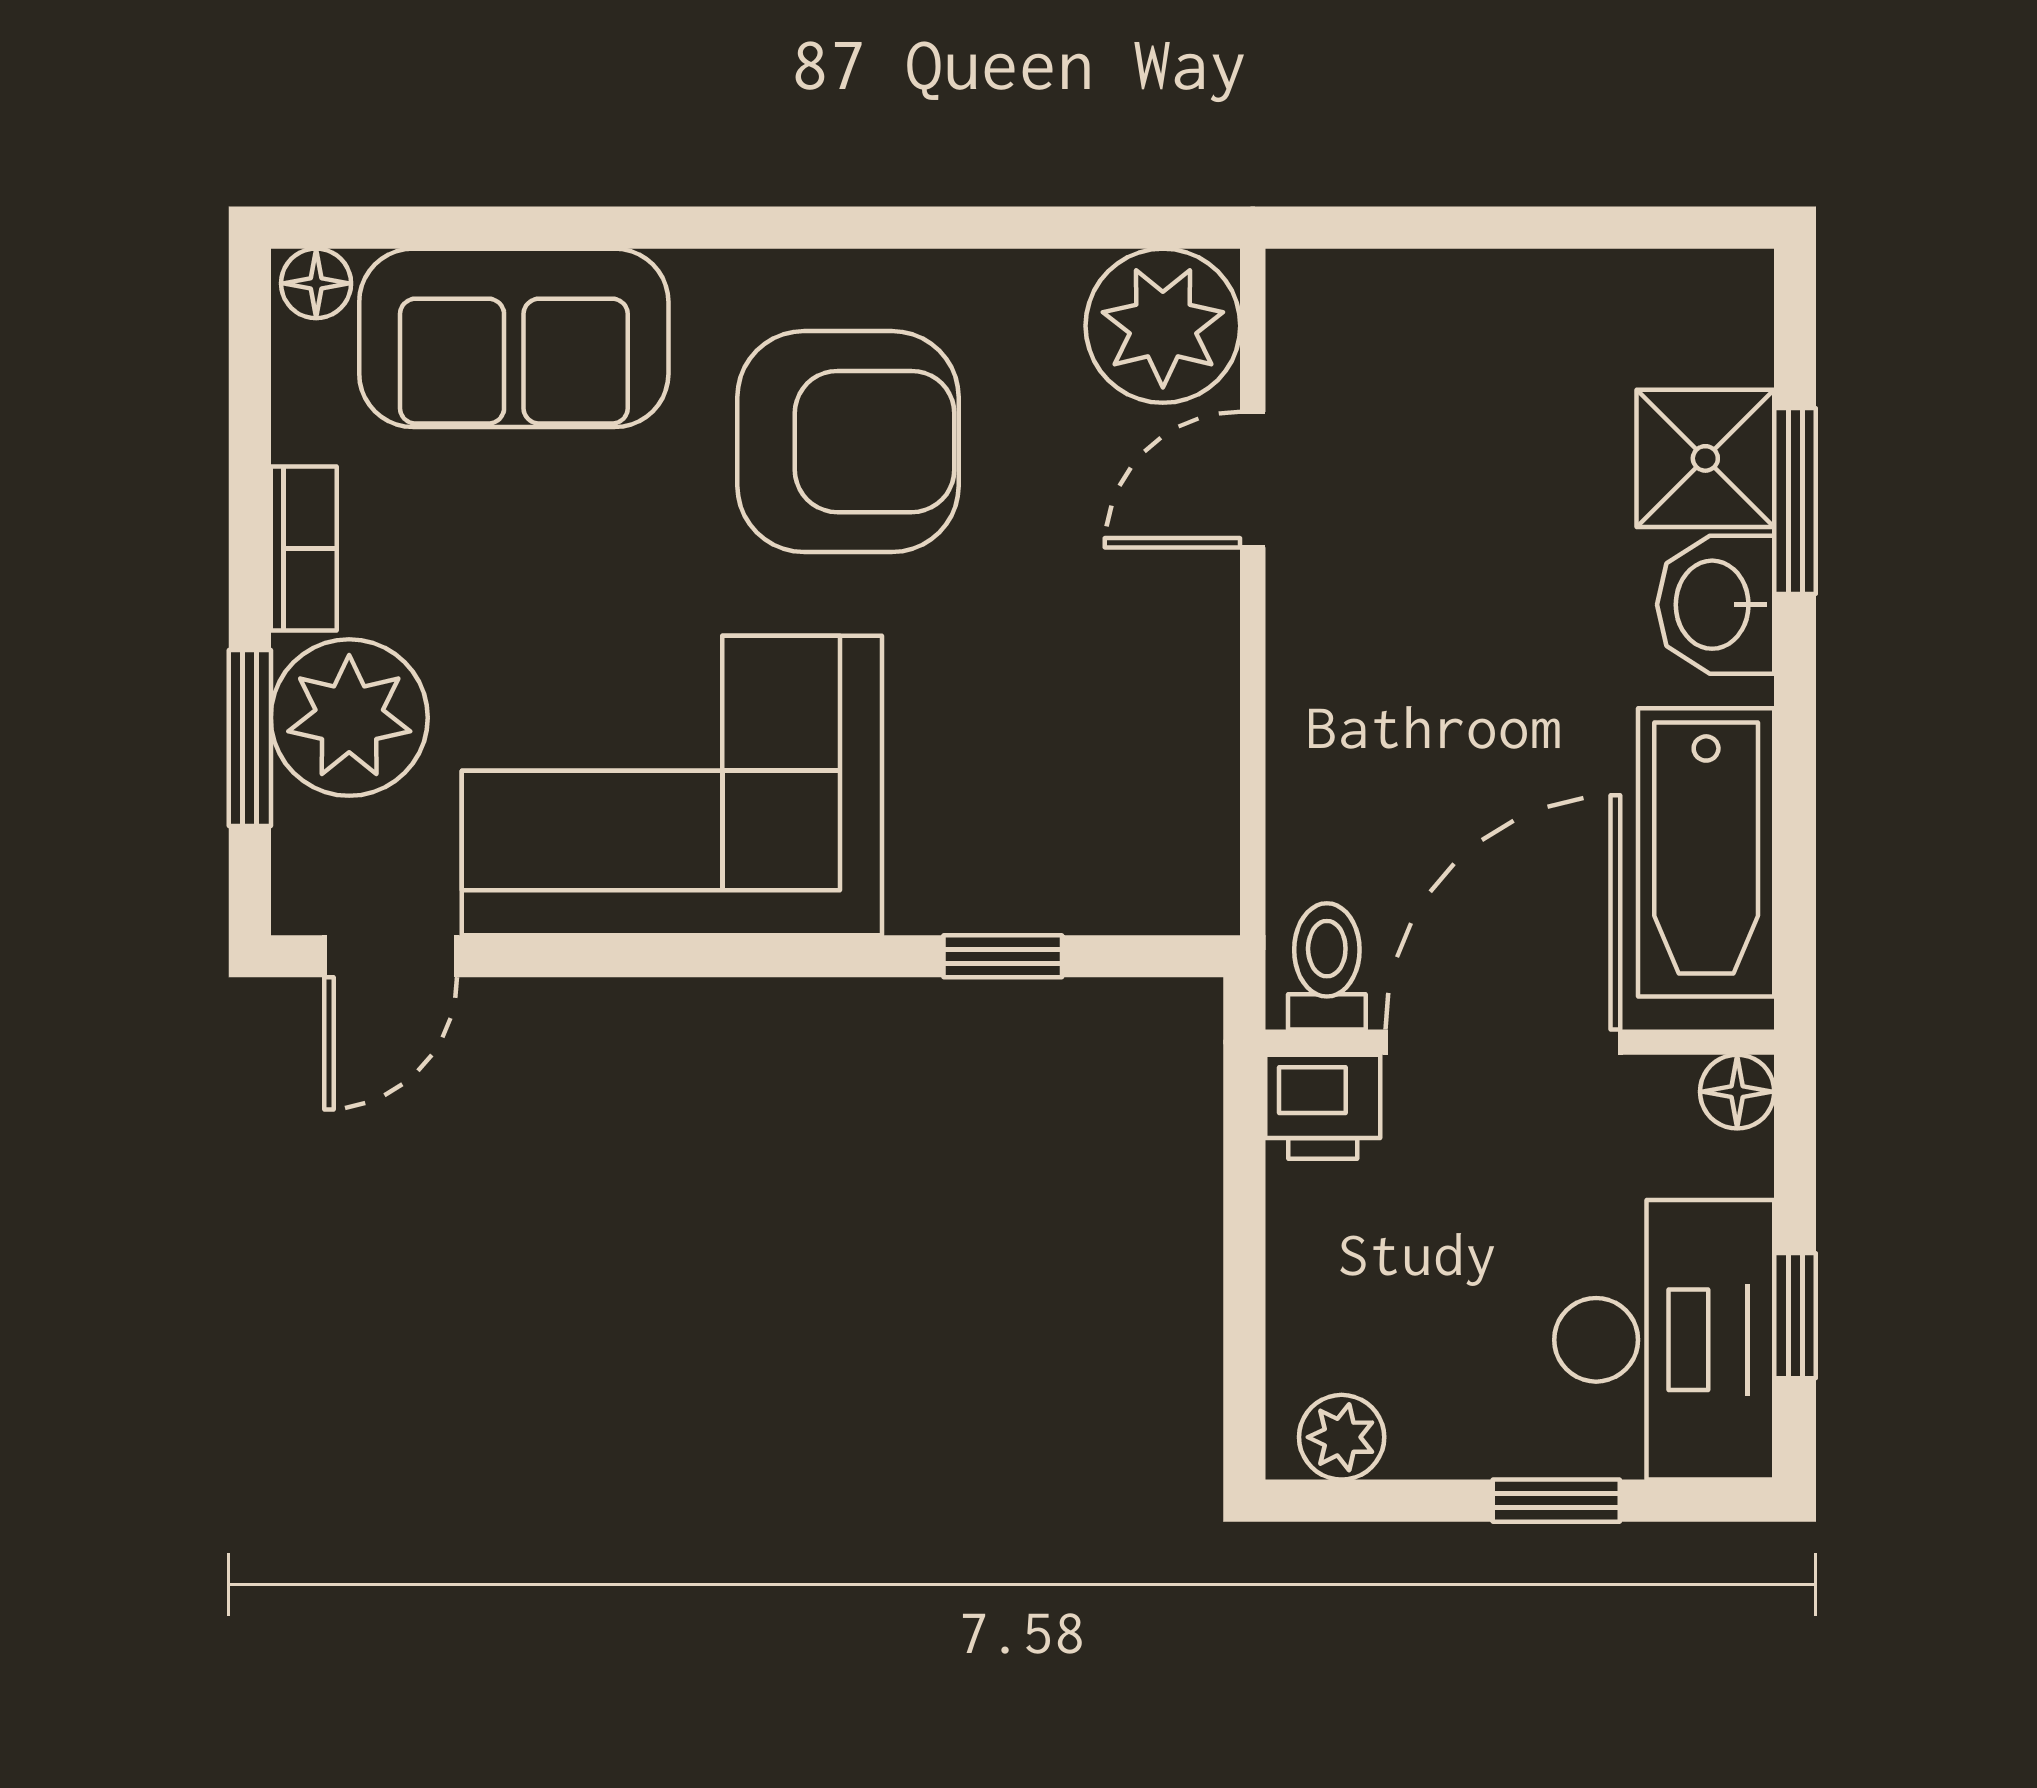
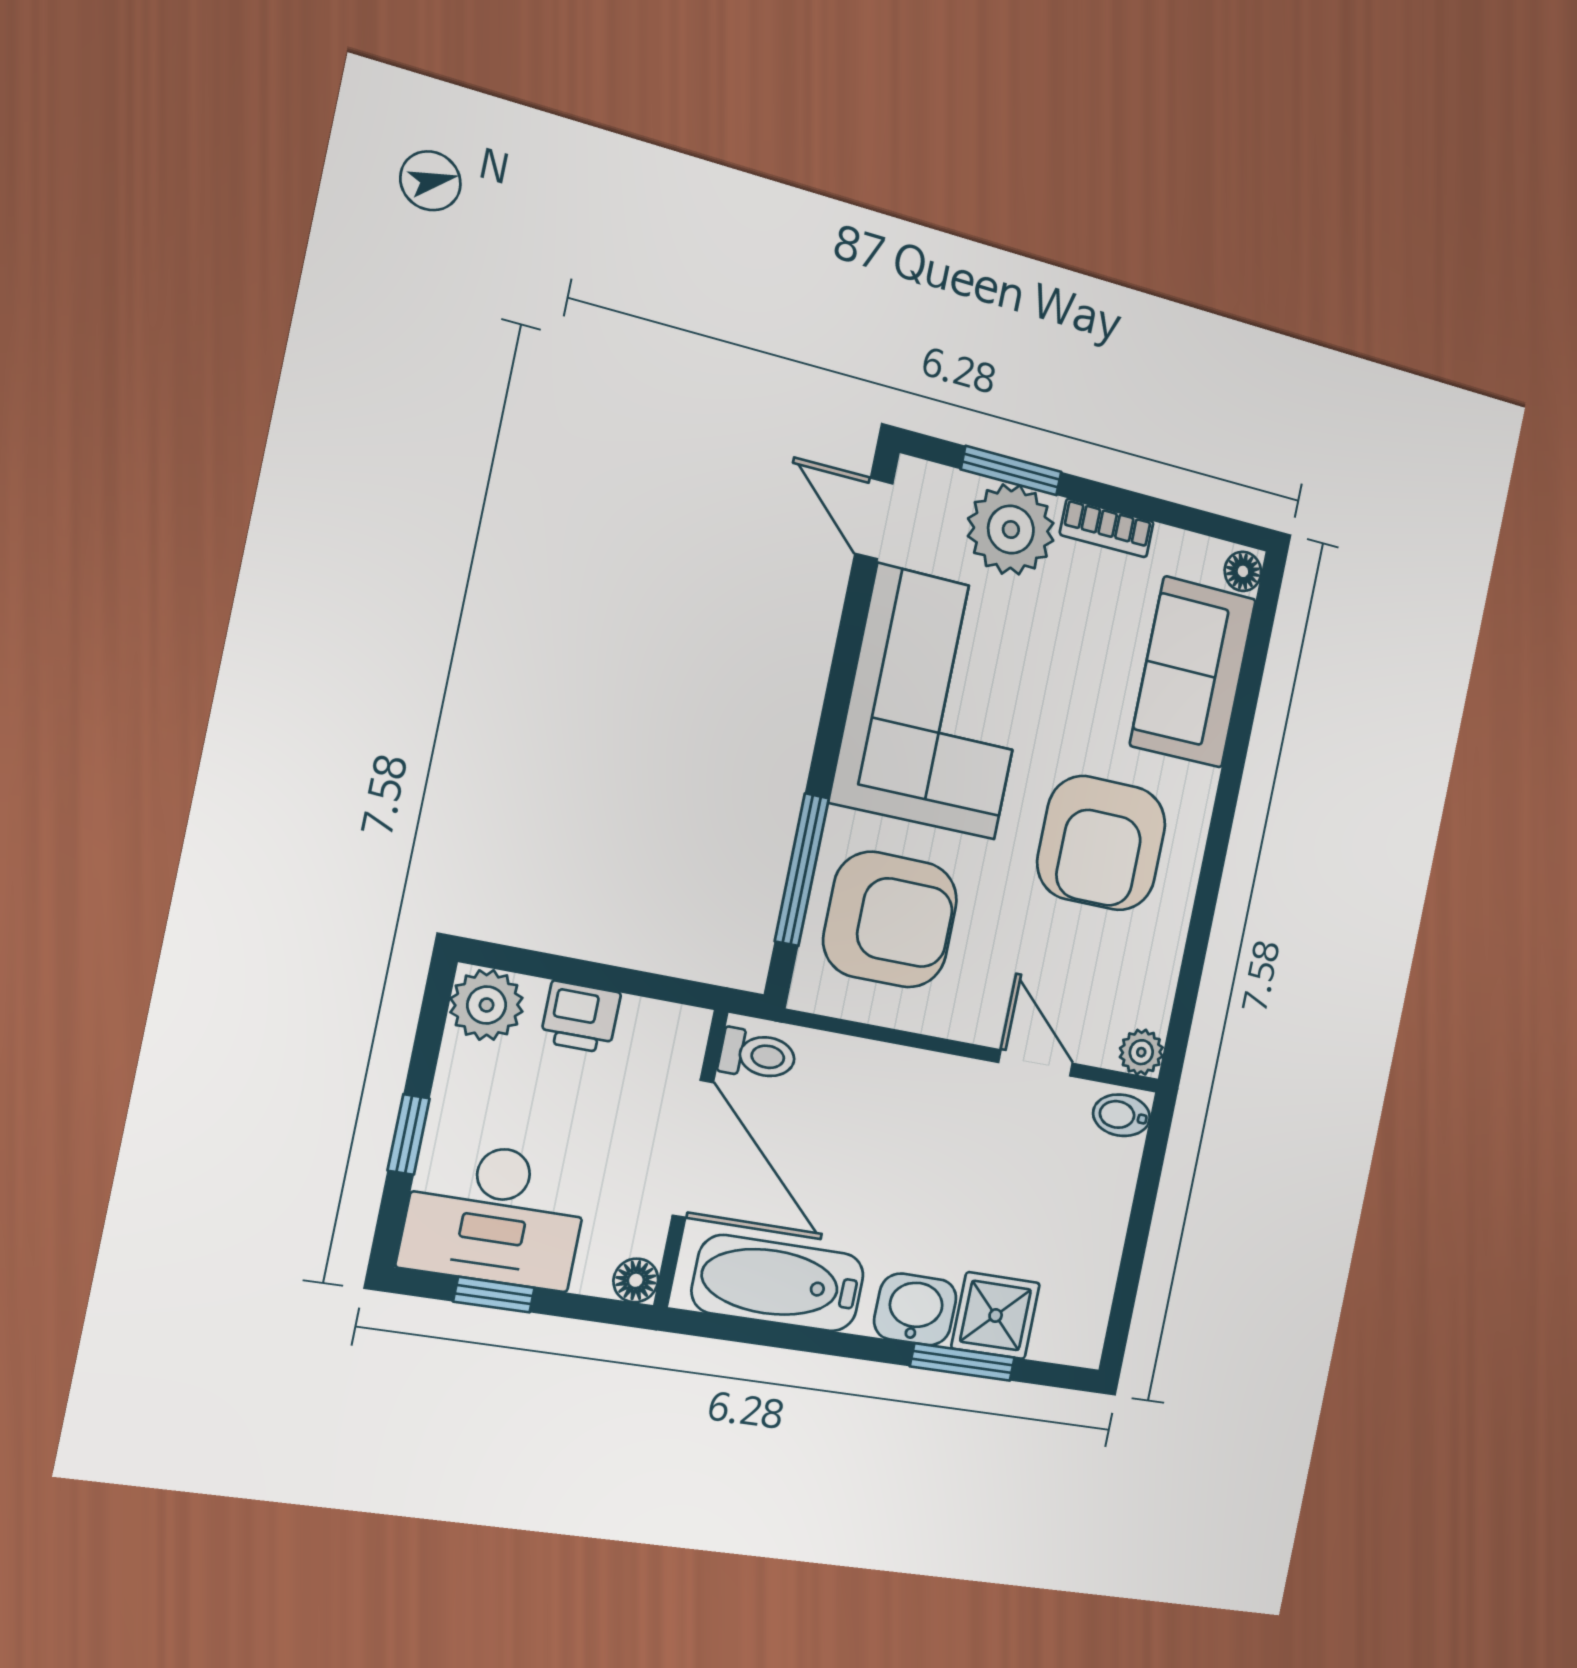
bidet: (1317, 303) -> (1121, 1115), added
plant: (1163, 326) -> (1141, 1052), width x0.53, depth x0.53
armchair: (1056, 788) -> (890, 920), added
window: (1003, 956) -> (802, 870), width x2.17
printer: (1323, 1107) -> (581, 1017), moved, turned -90
plant: (1342, 1437) -> (487, 1005), width x1.38, depth x1.38

